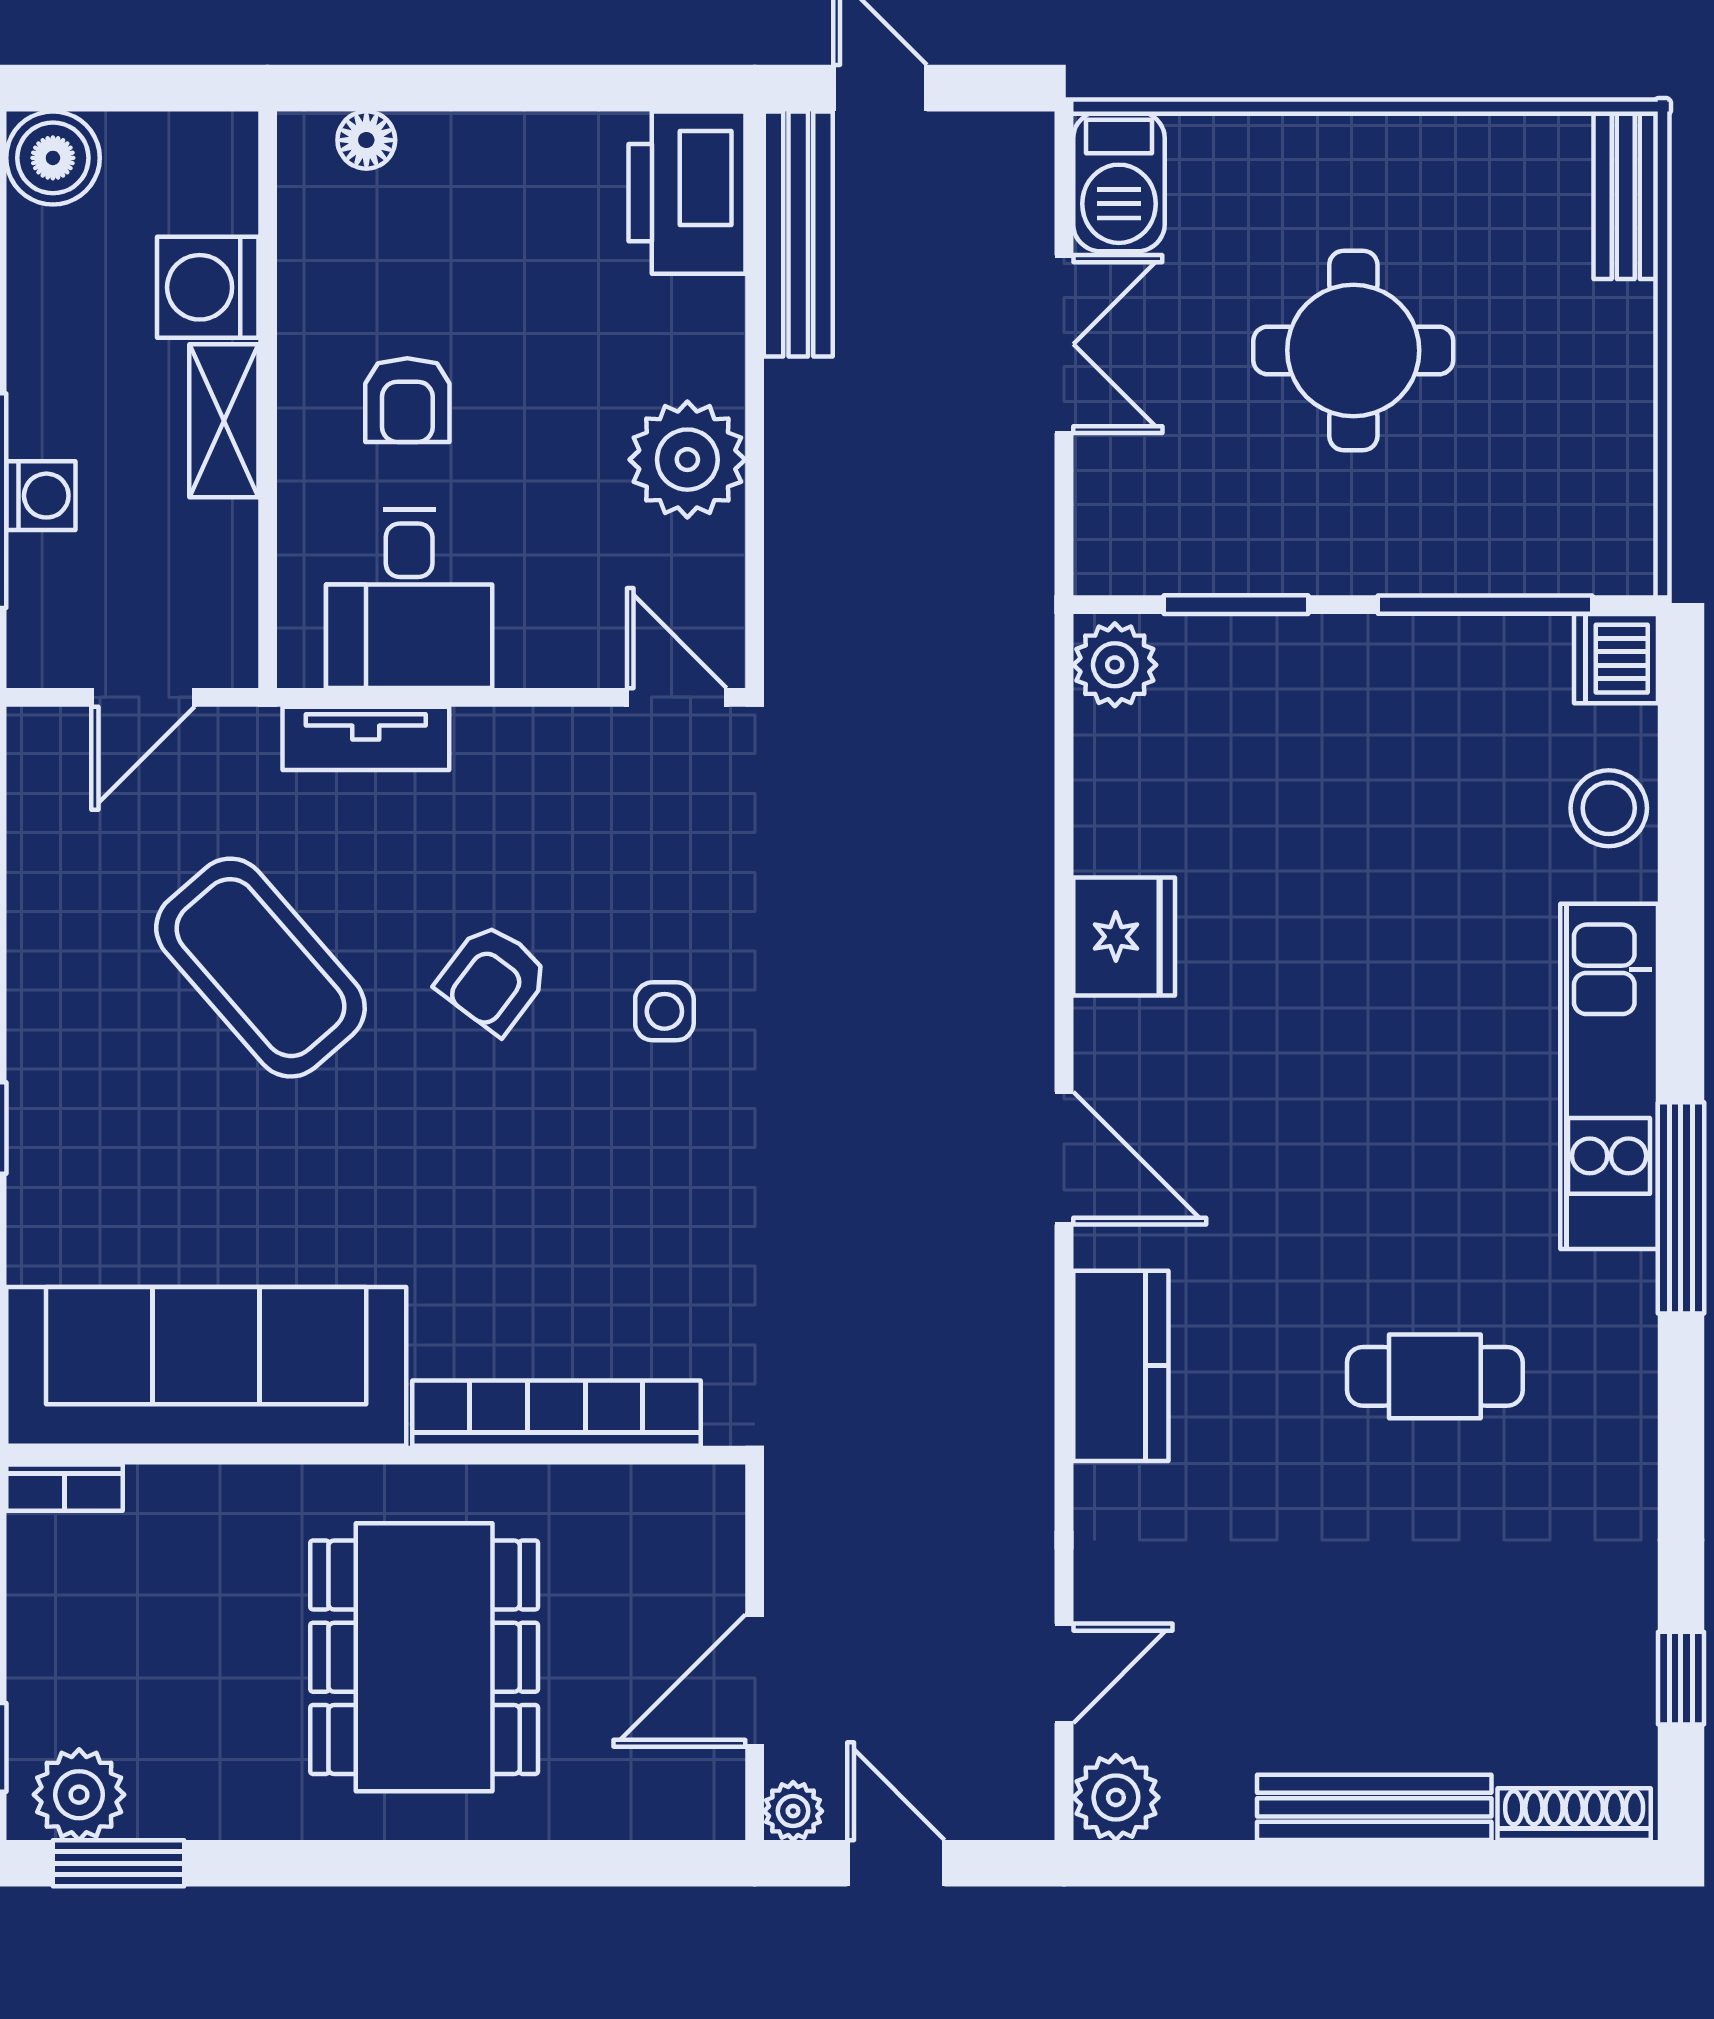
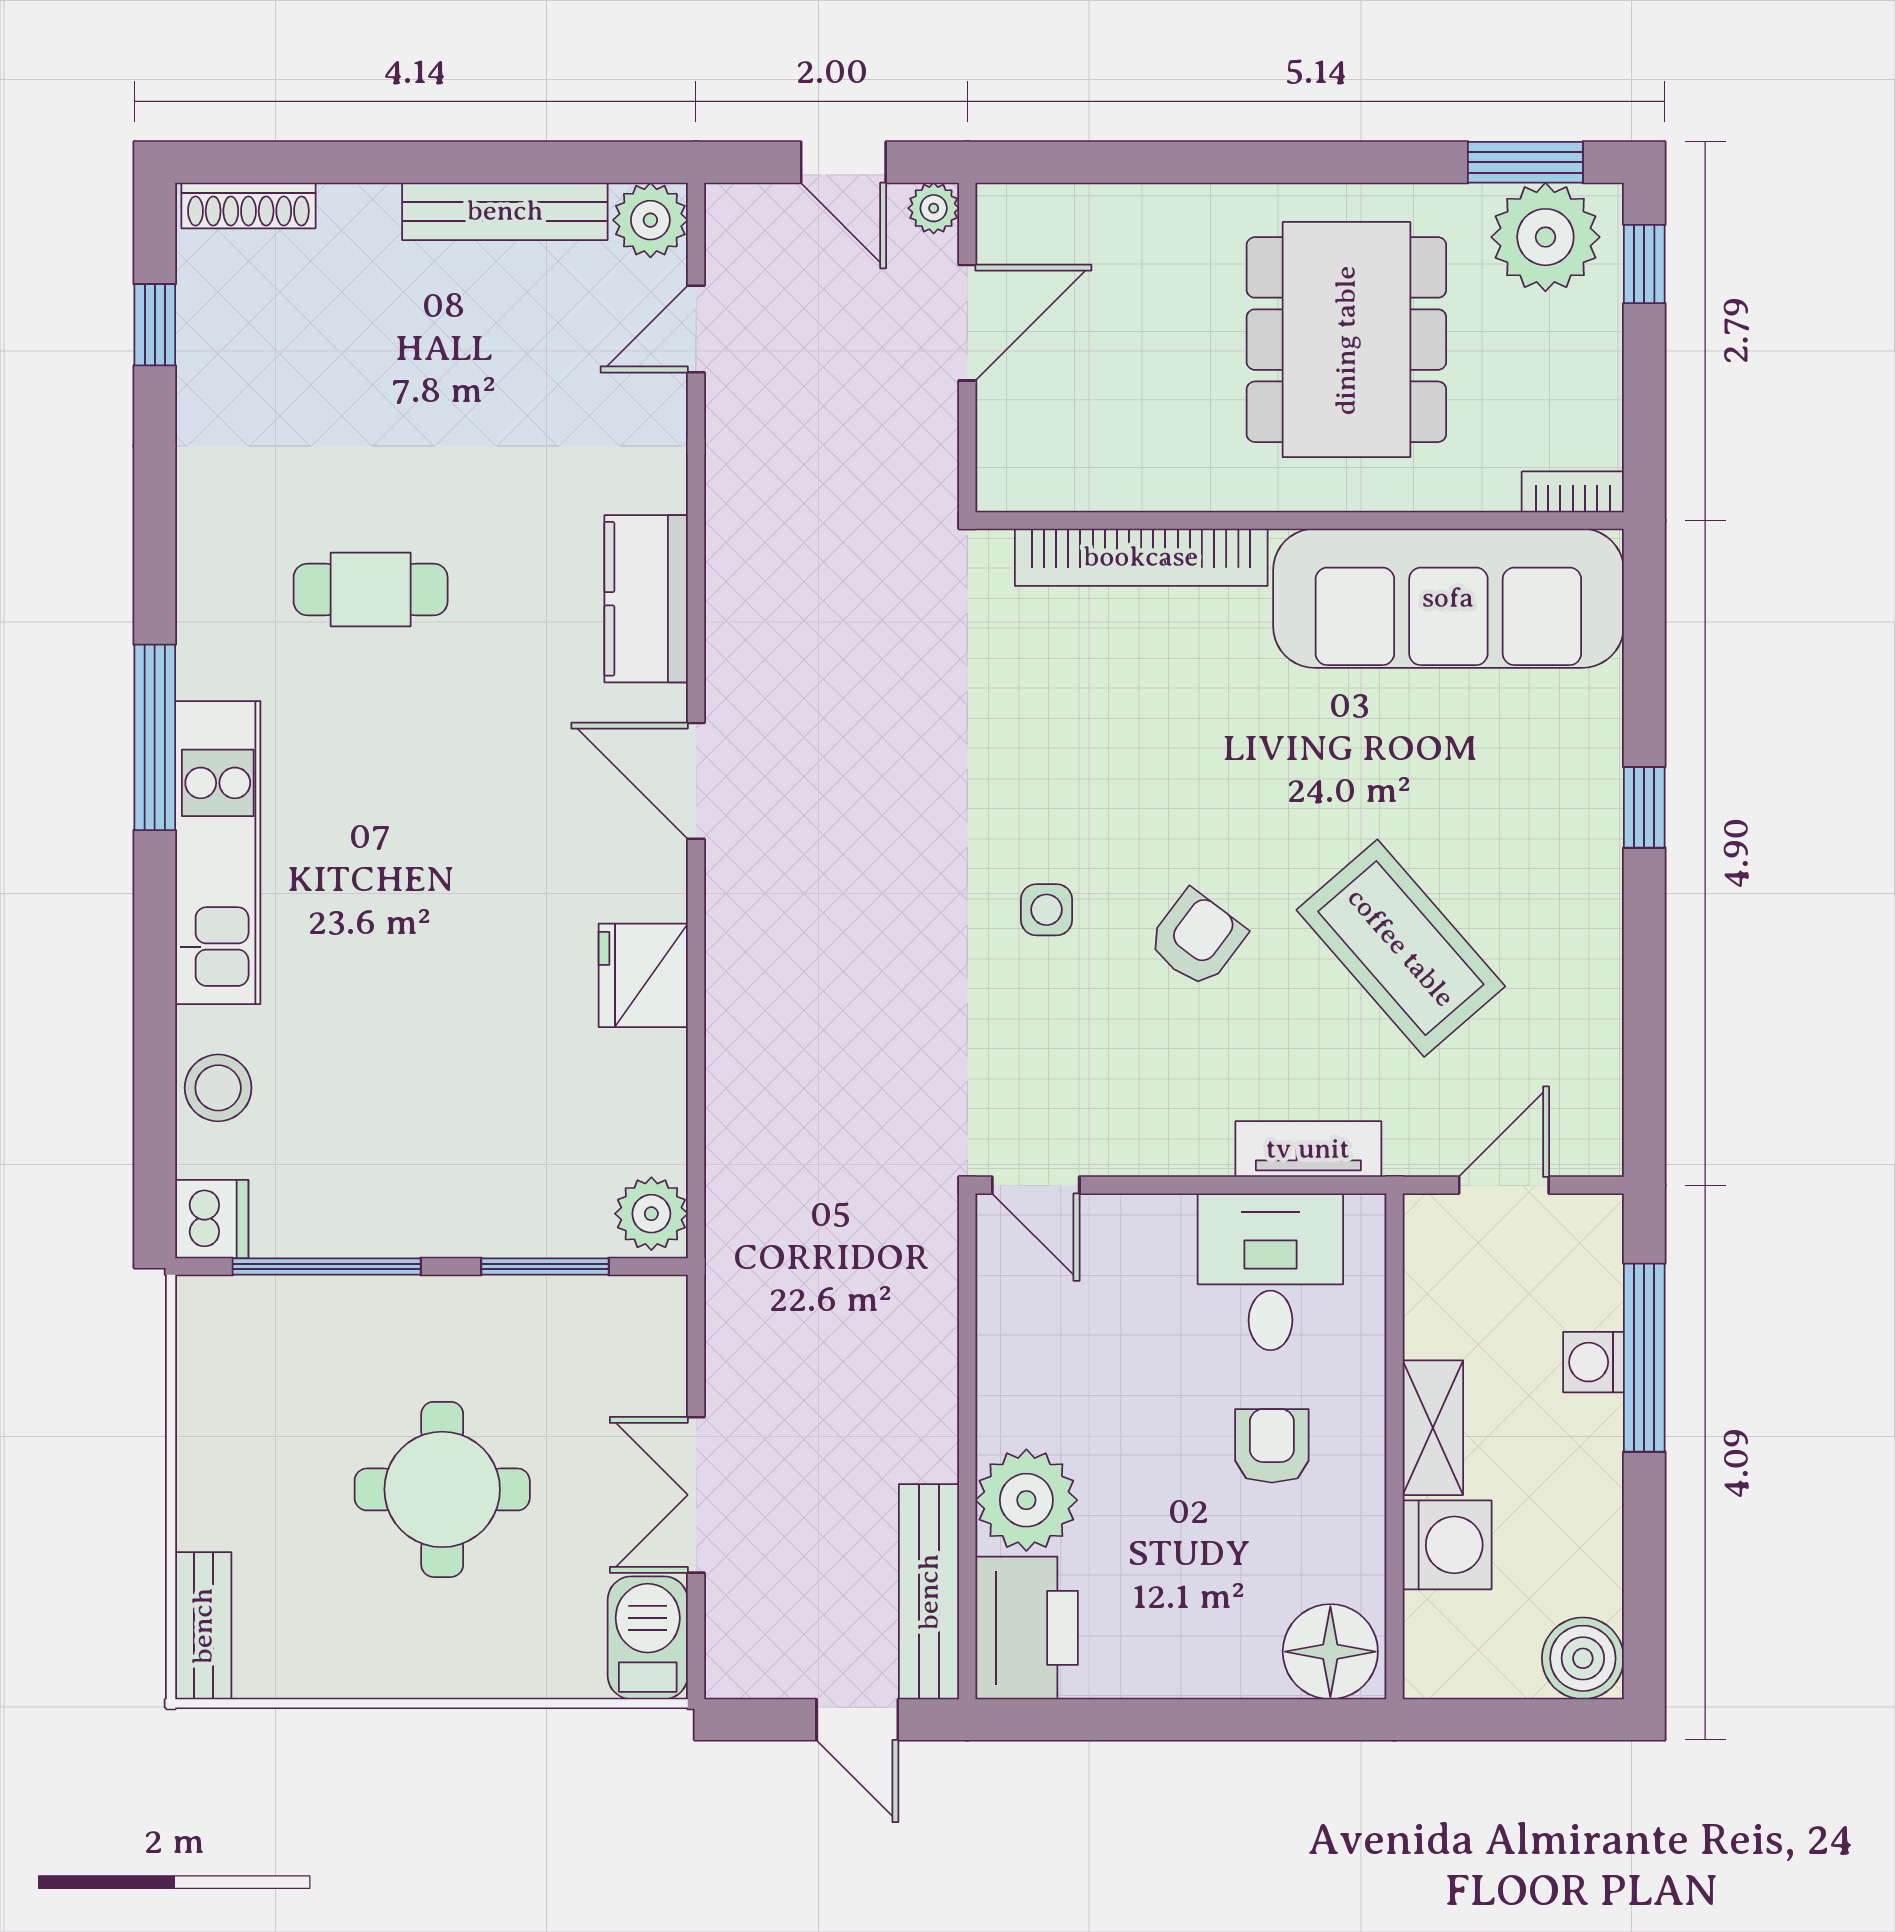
floor lamp: (366, 140) -> (1330, 1652), width x1.89, depth x1.89
plant: (687, 460) -> (1026, 1500), moved
dining table: (424, 1657) -> (1346, 340), moved
plant: (79, 1795) -> (1545, 237), width x1.36, depth x1.36
bench: (1374, 1807) -> (505, 211), moved

